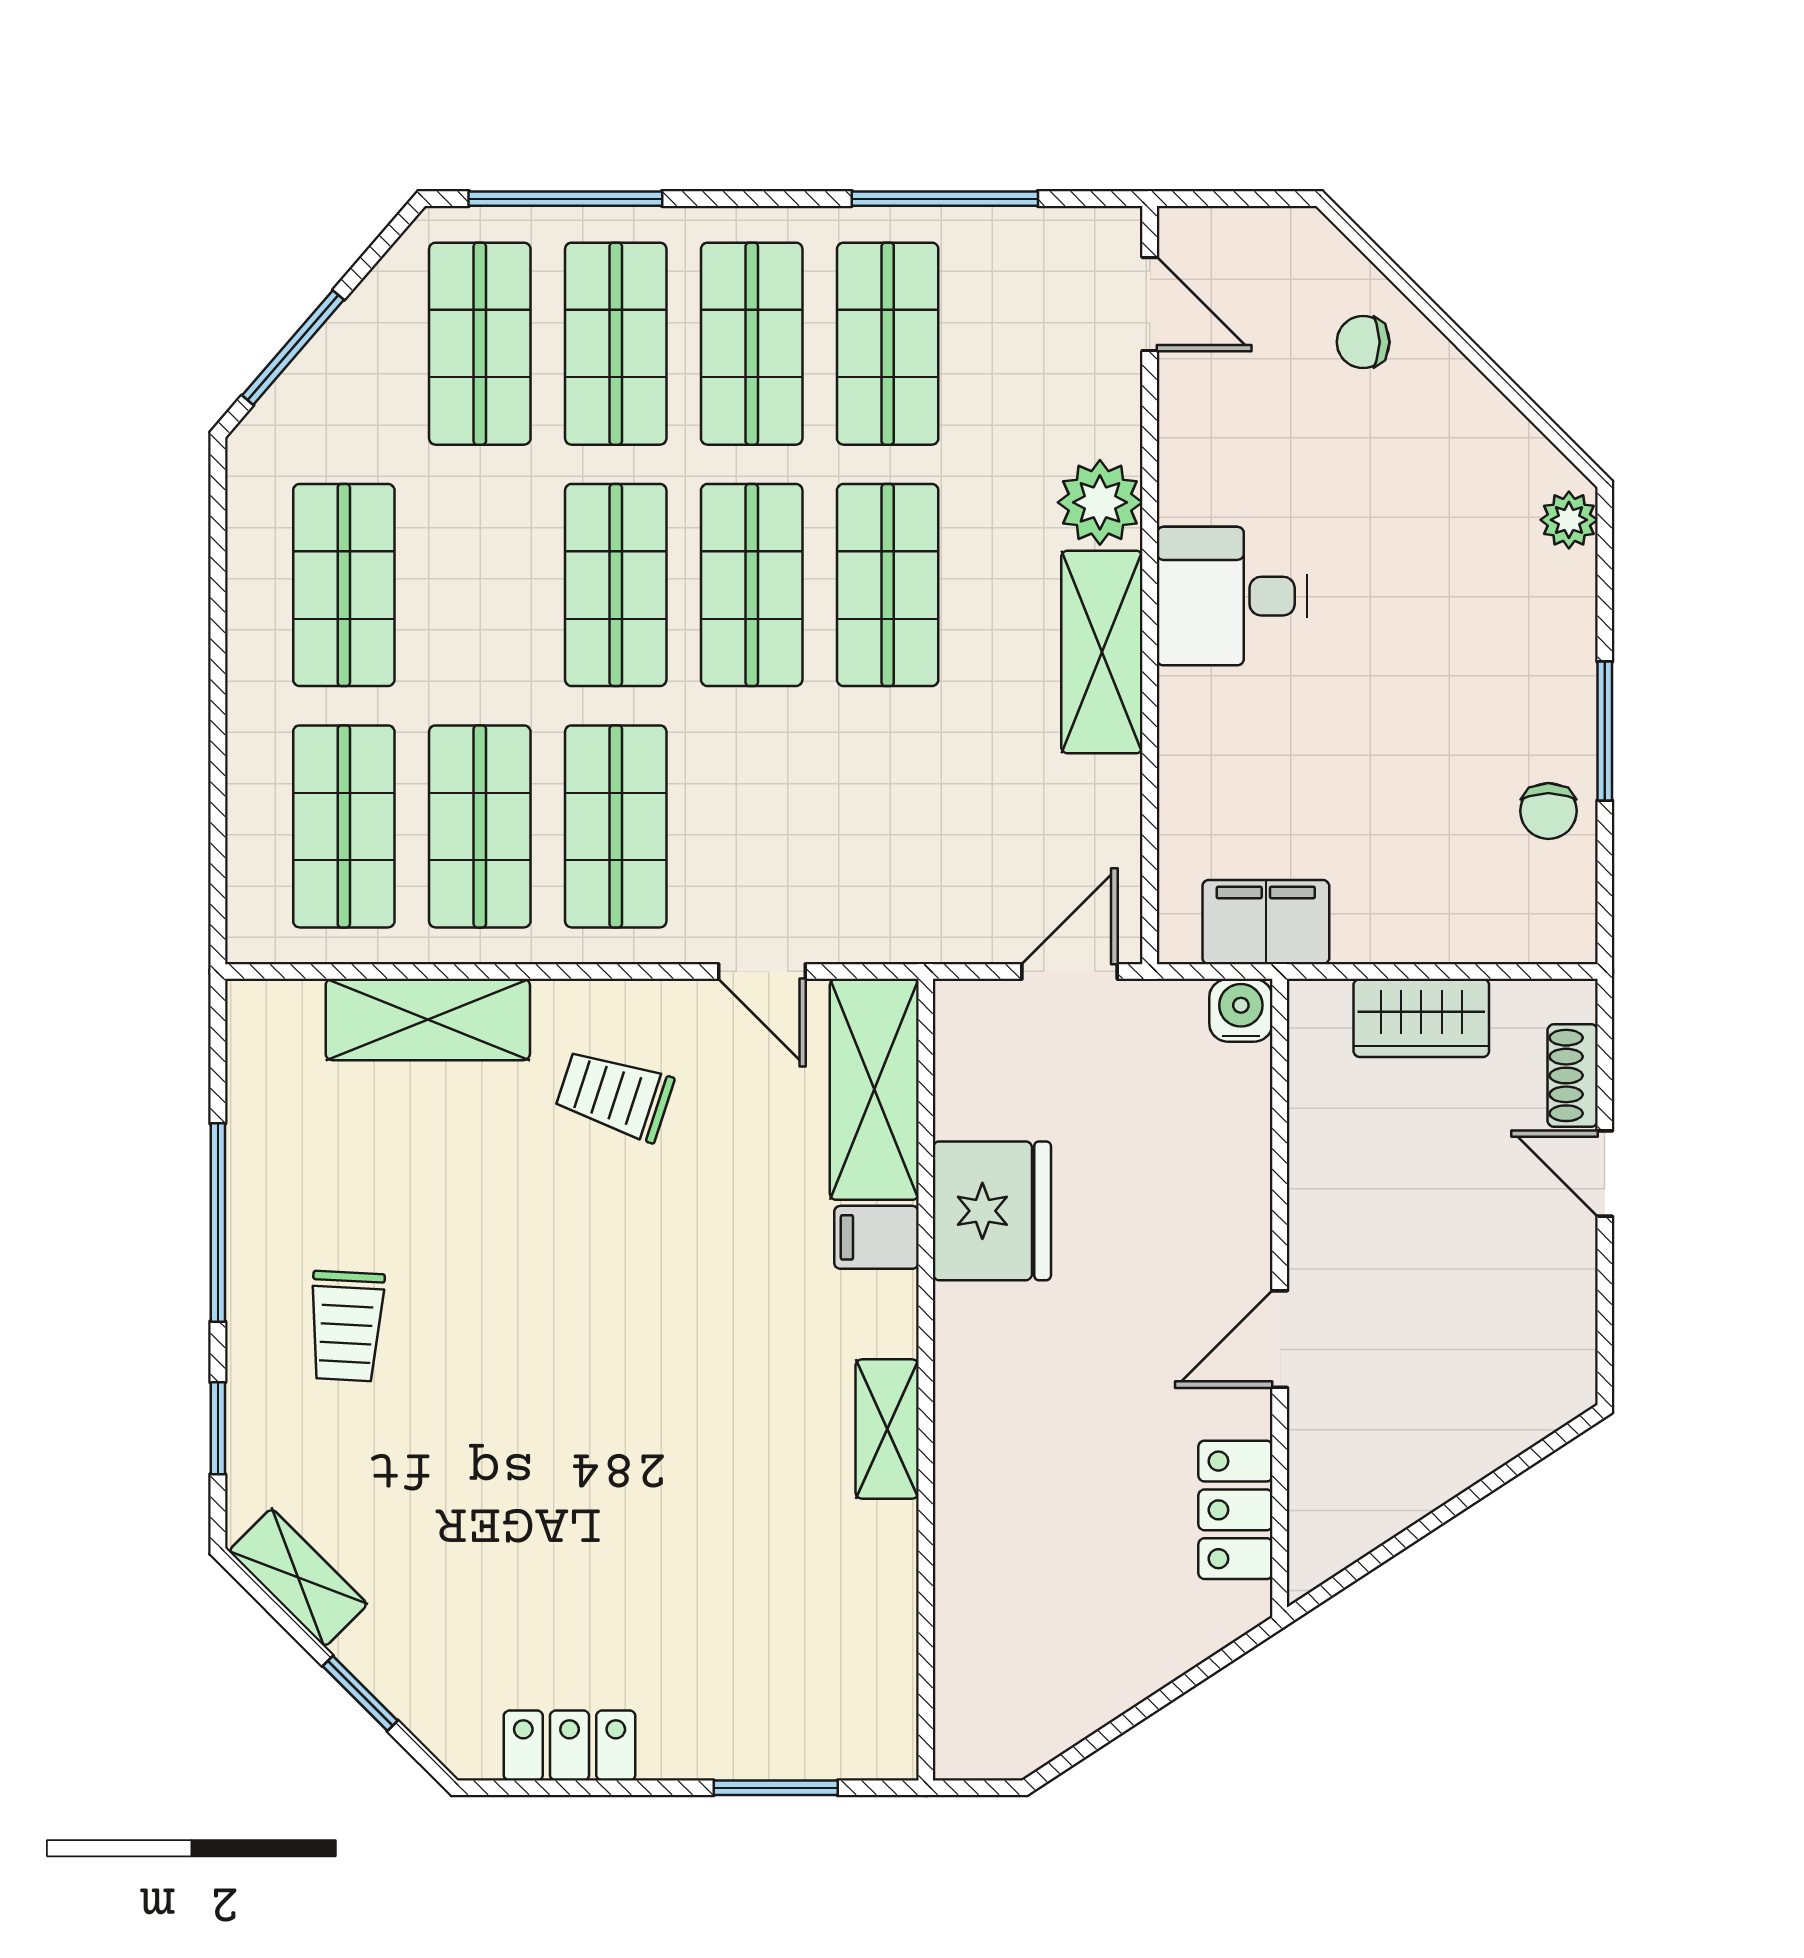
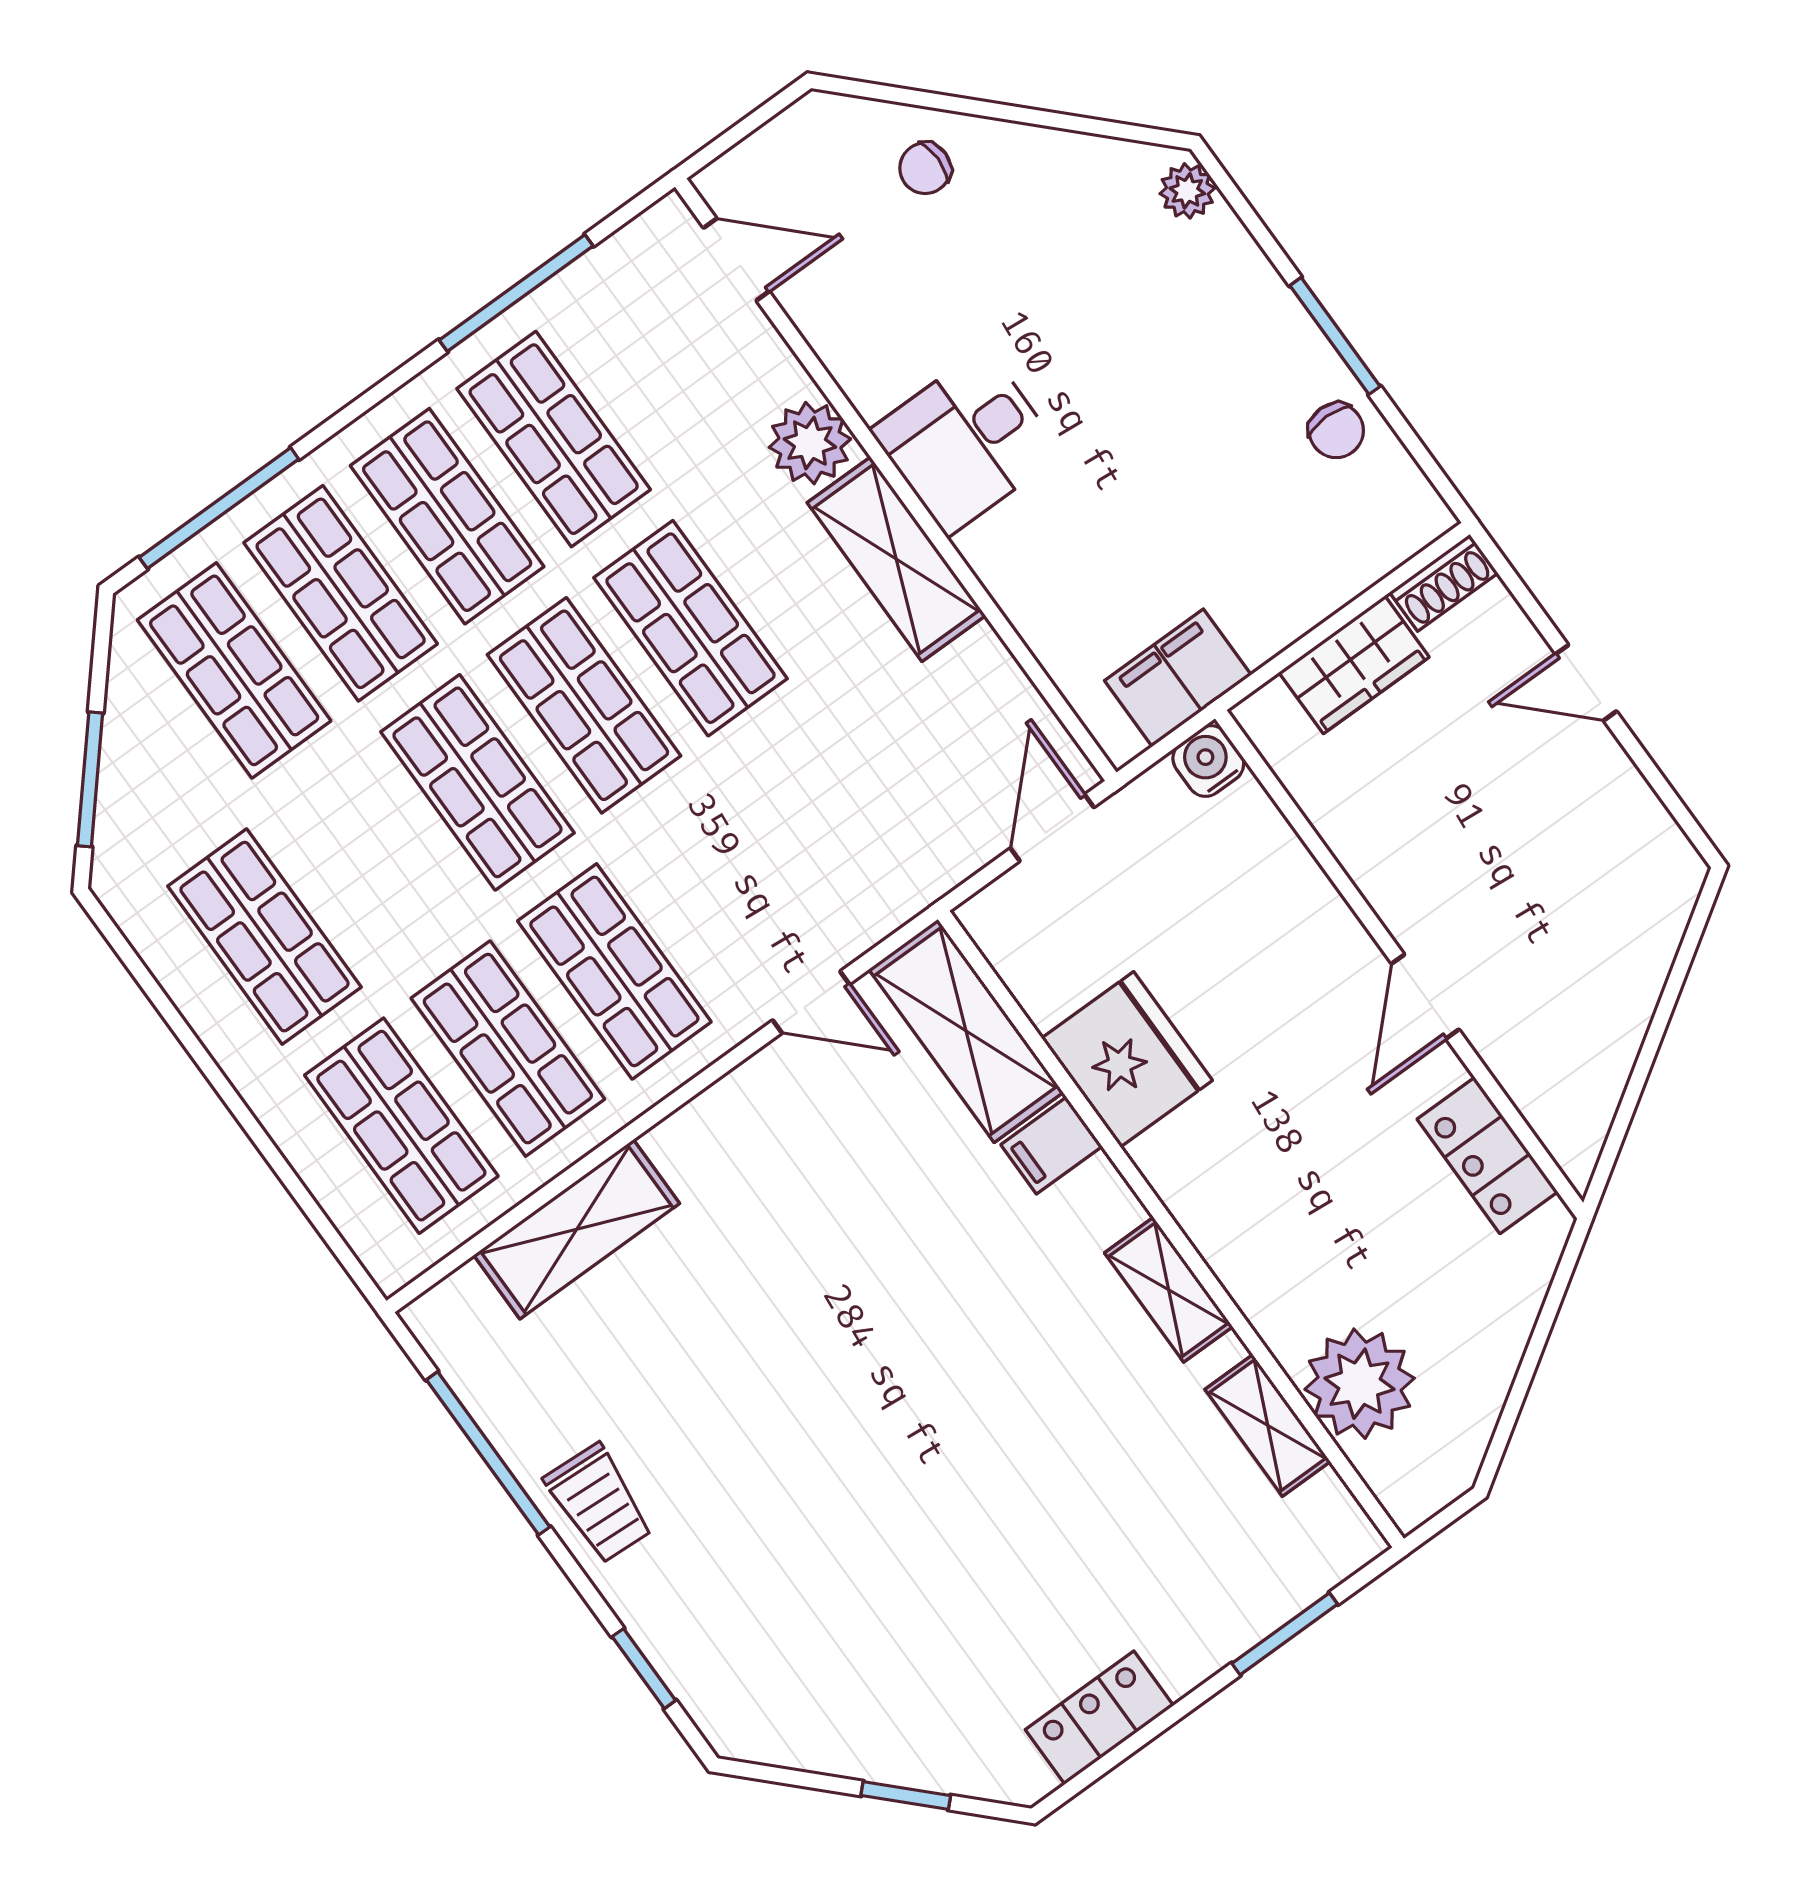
shoe rack: (1573, 1075) -> (1444, 583), moved, turned -90
trolley: (615, 1095) -> (766, 1183), removed
window: (218, 1222) -> (488, 1453), moved
trolley: (346, 1326) -> (599, 1503), moved
shelving: (298, 1578) -> (1268, 1425), moved, turned 45
plant: (990, 1624) -> (1360, 1384), added

